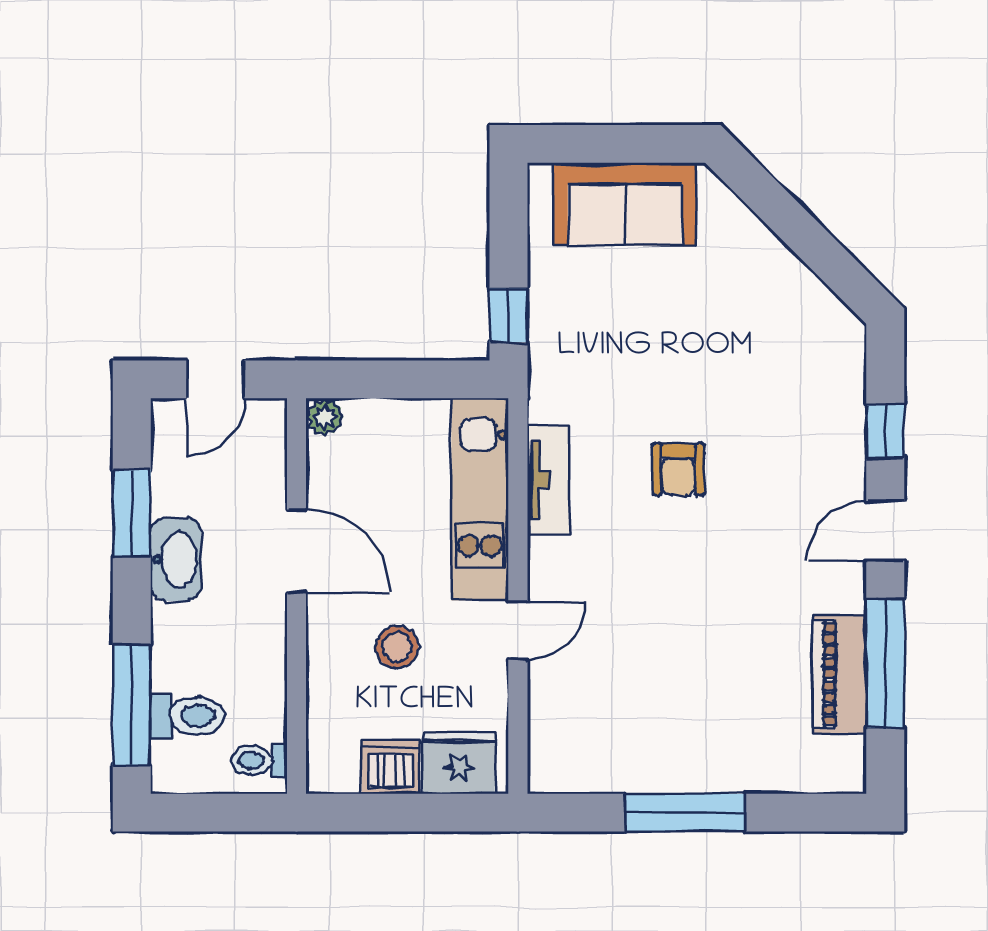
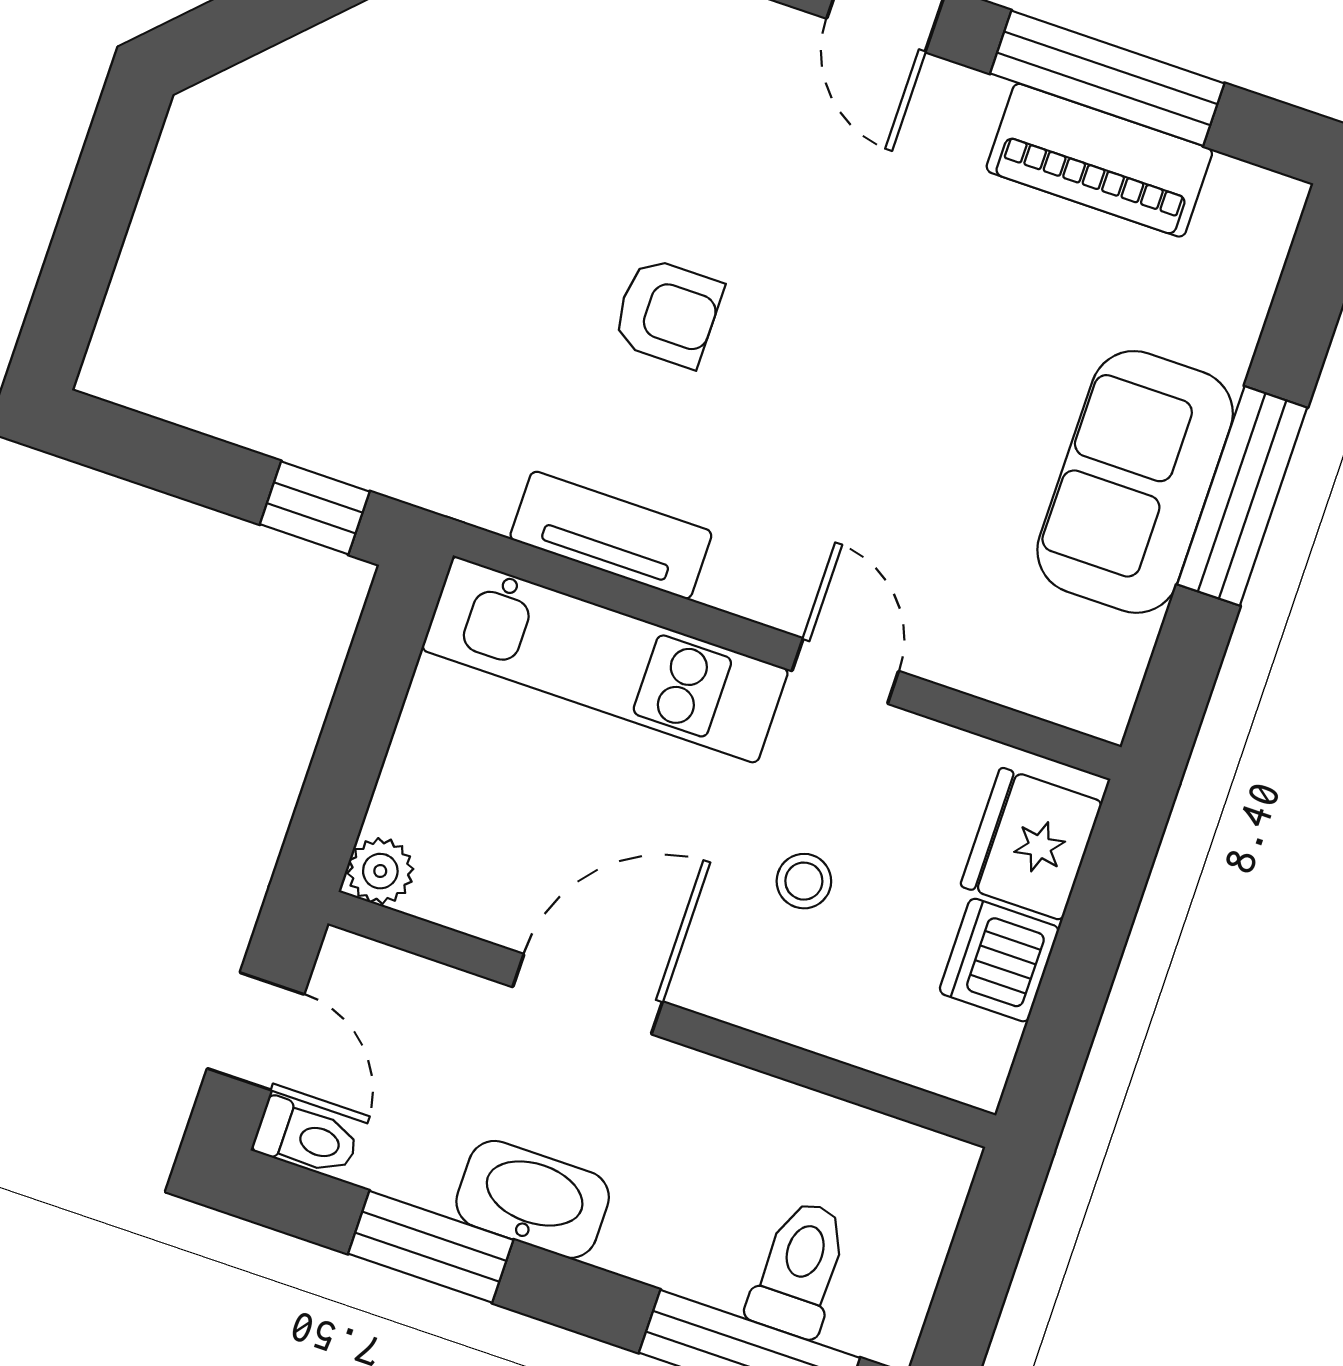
sofa: (625, 204) -> (1135, 482), moved, turned 180
stool: (397, 647) -> (804, 881), width x0.73, depth x0.73
toilet: (259, 760) -> (306, 1138), moved, turned -90

